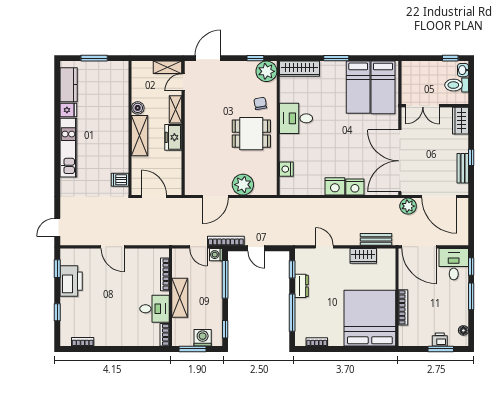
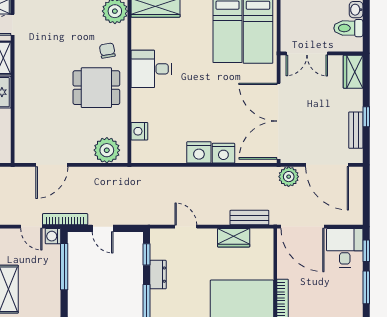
plant: (243, 185) -> (107, 150), moved

